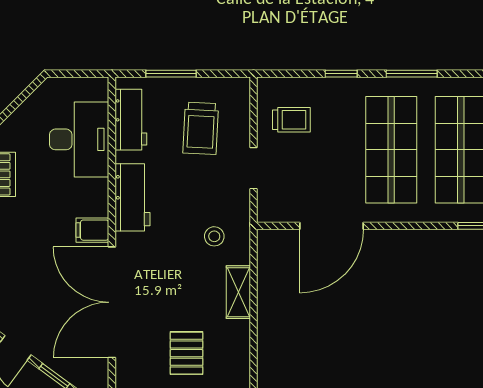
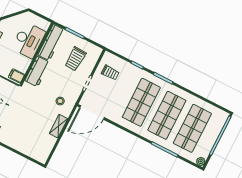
workbench: (131, 120) -> (51, 42), width x1.38
door: (332, 226) -> (92, 112), moved
pallet: (186, 353) -> (28, 139), removed

